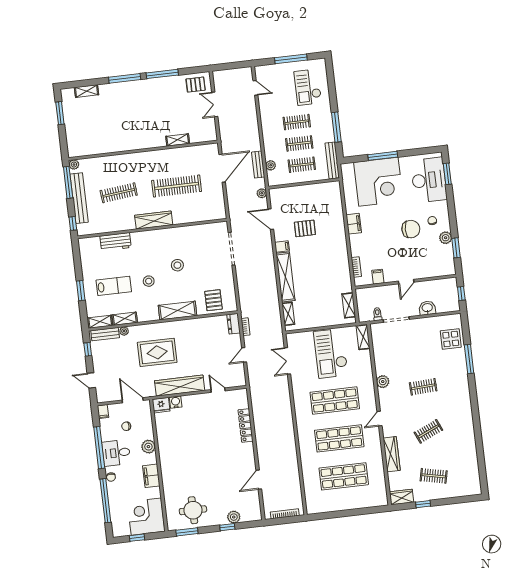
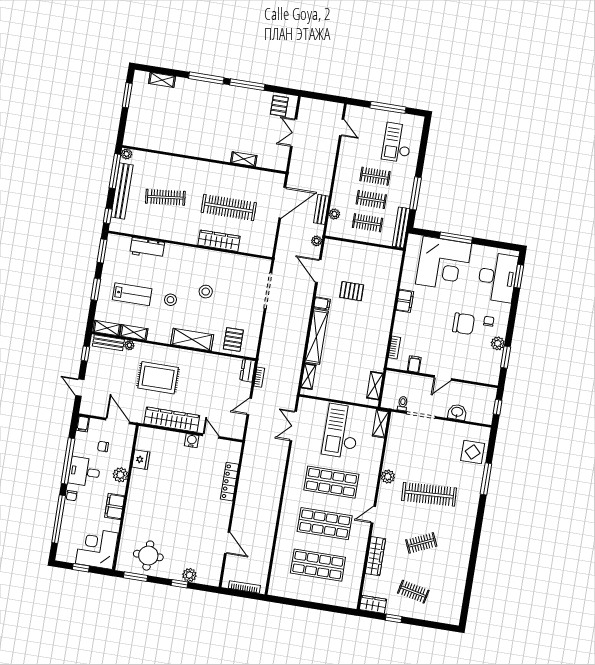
pallet: (196, 85) -> (279, 106), turned 90
wardrobe: (154, 220) -> (219, 241), moved
window: (77, 255) -> (102, 251), added
clothes rail: (423, 387) -> (429, 494), width x1.86, depth x1.31
water cooler: (176, 402) -> (192, 441), moved
fridge: (161, 405) -> (141, 460), moved, turned -90
door: (259, 480) -> (227, 543), swing flipped

